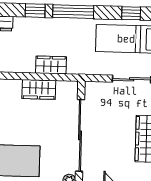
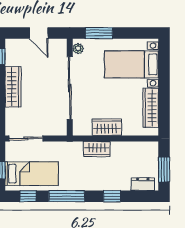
window: (73, 12) -> (67, 196), moved

